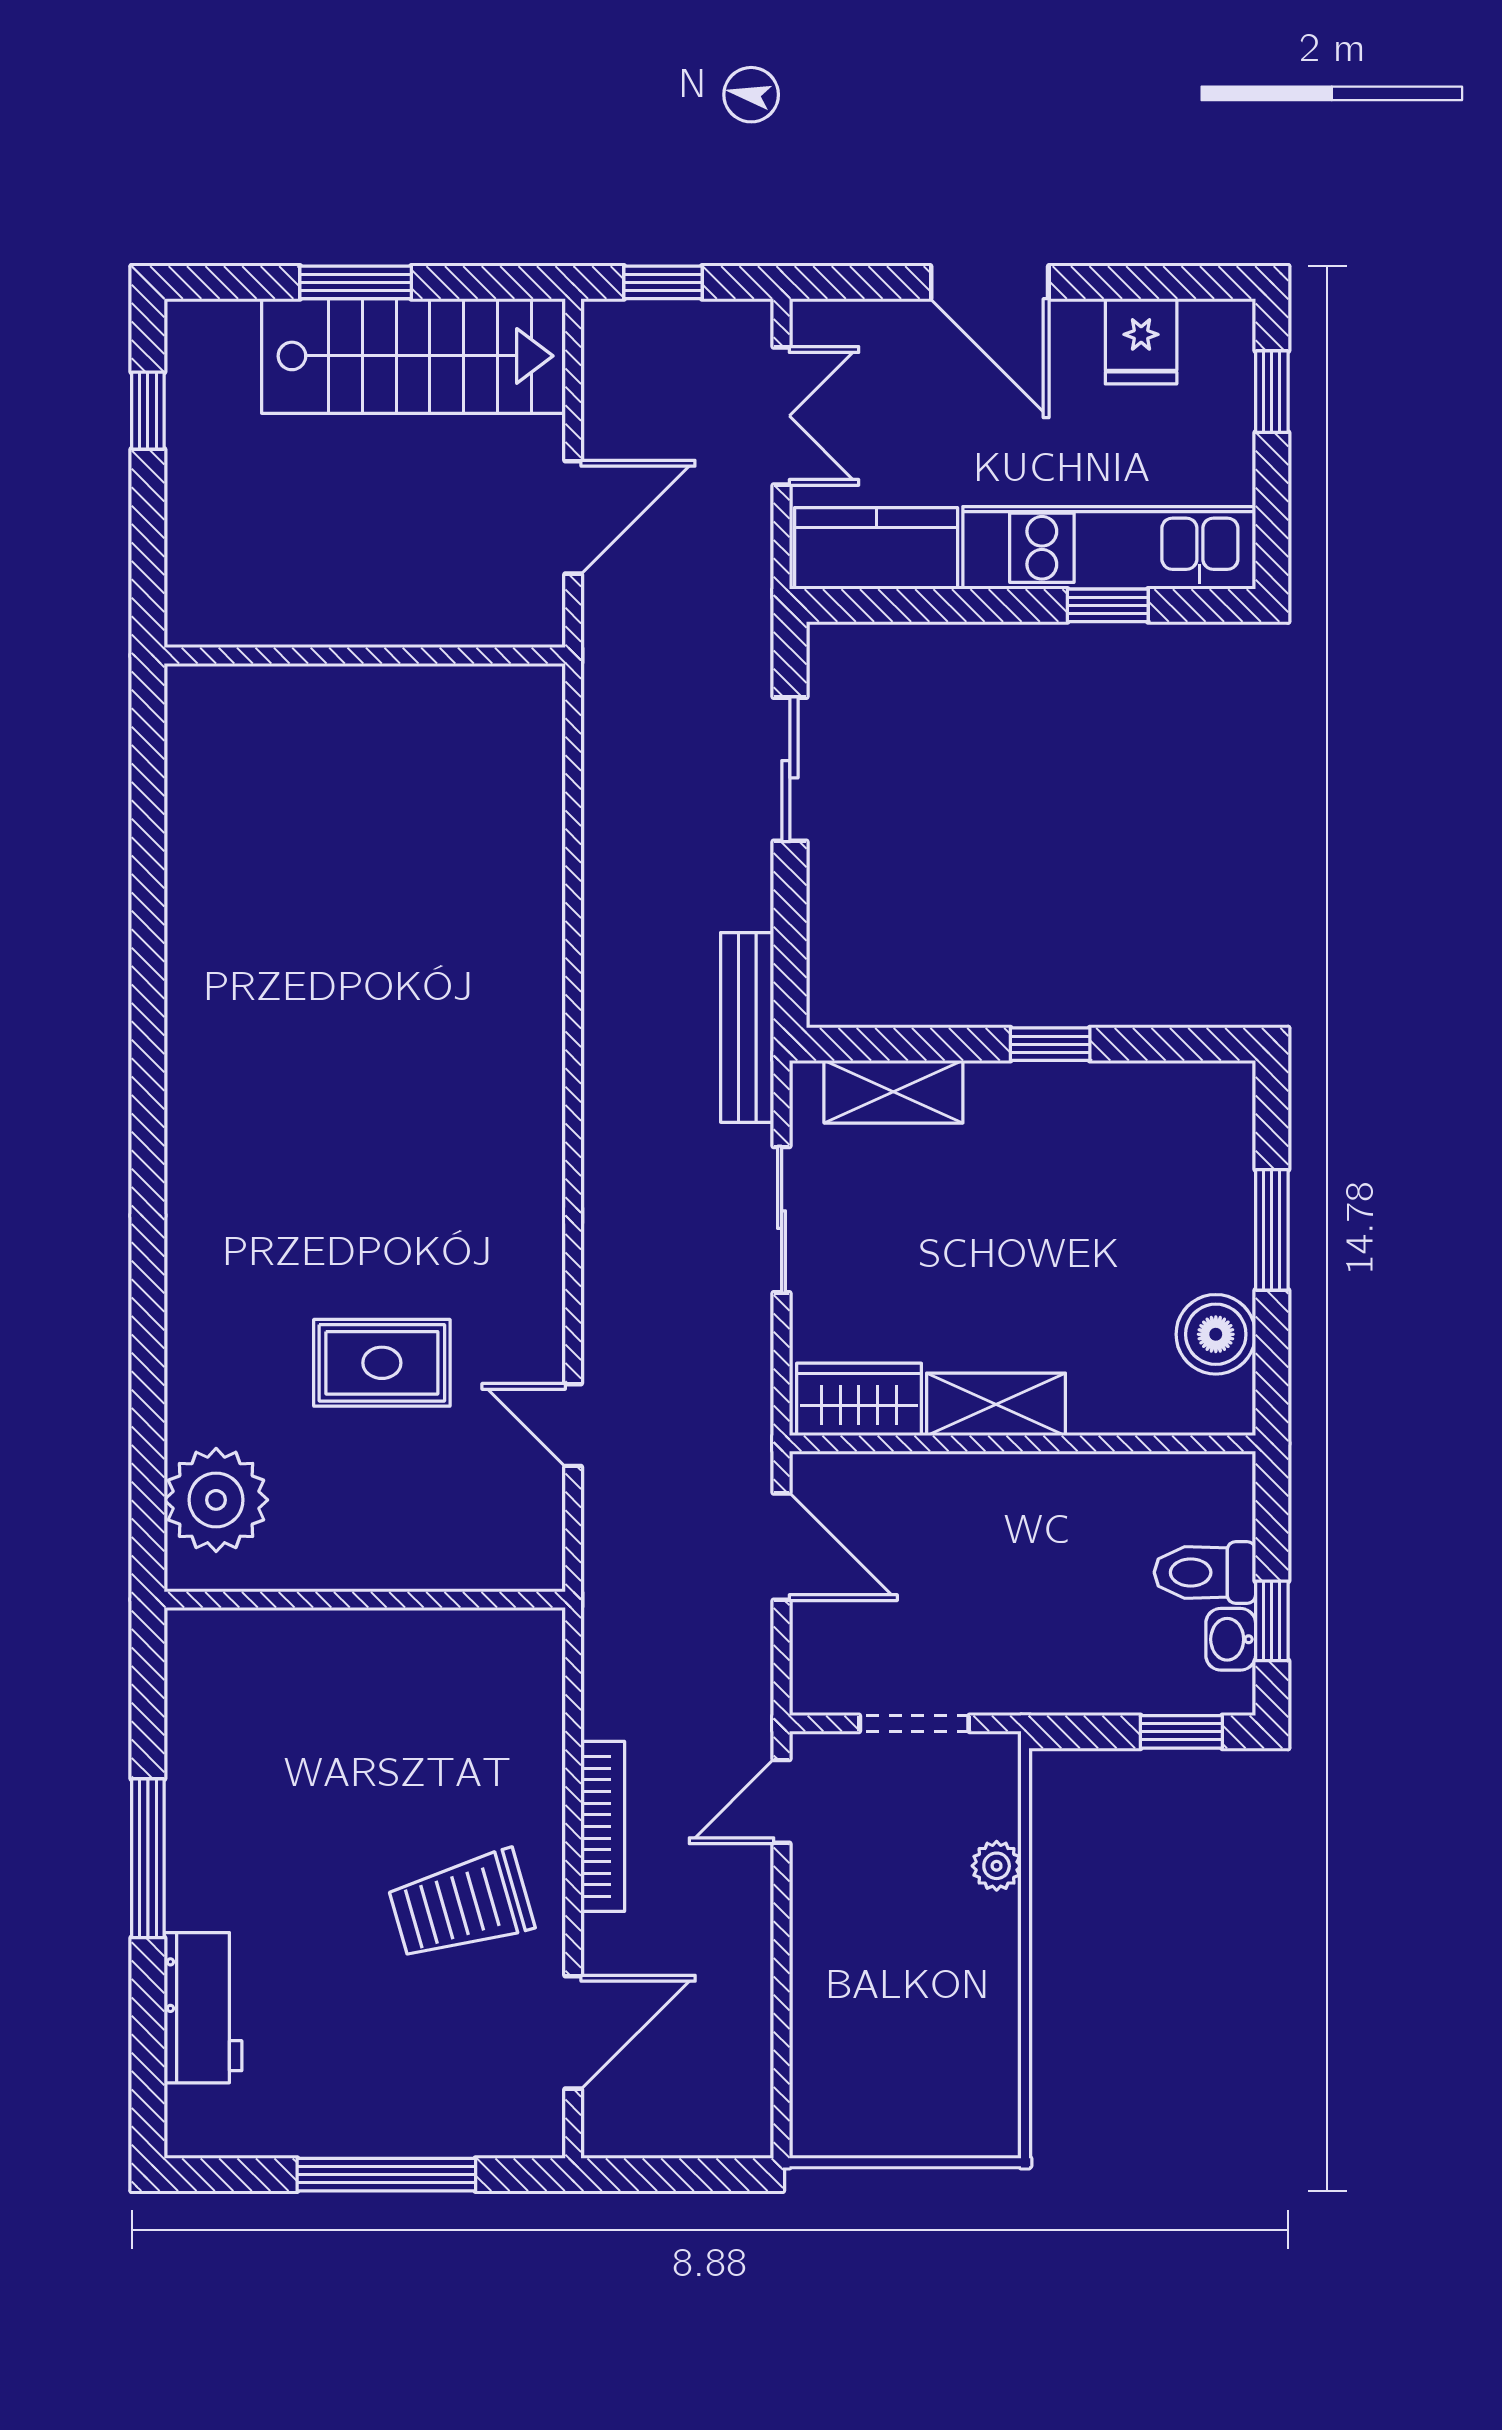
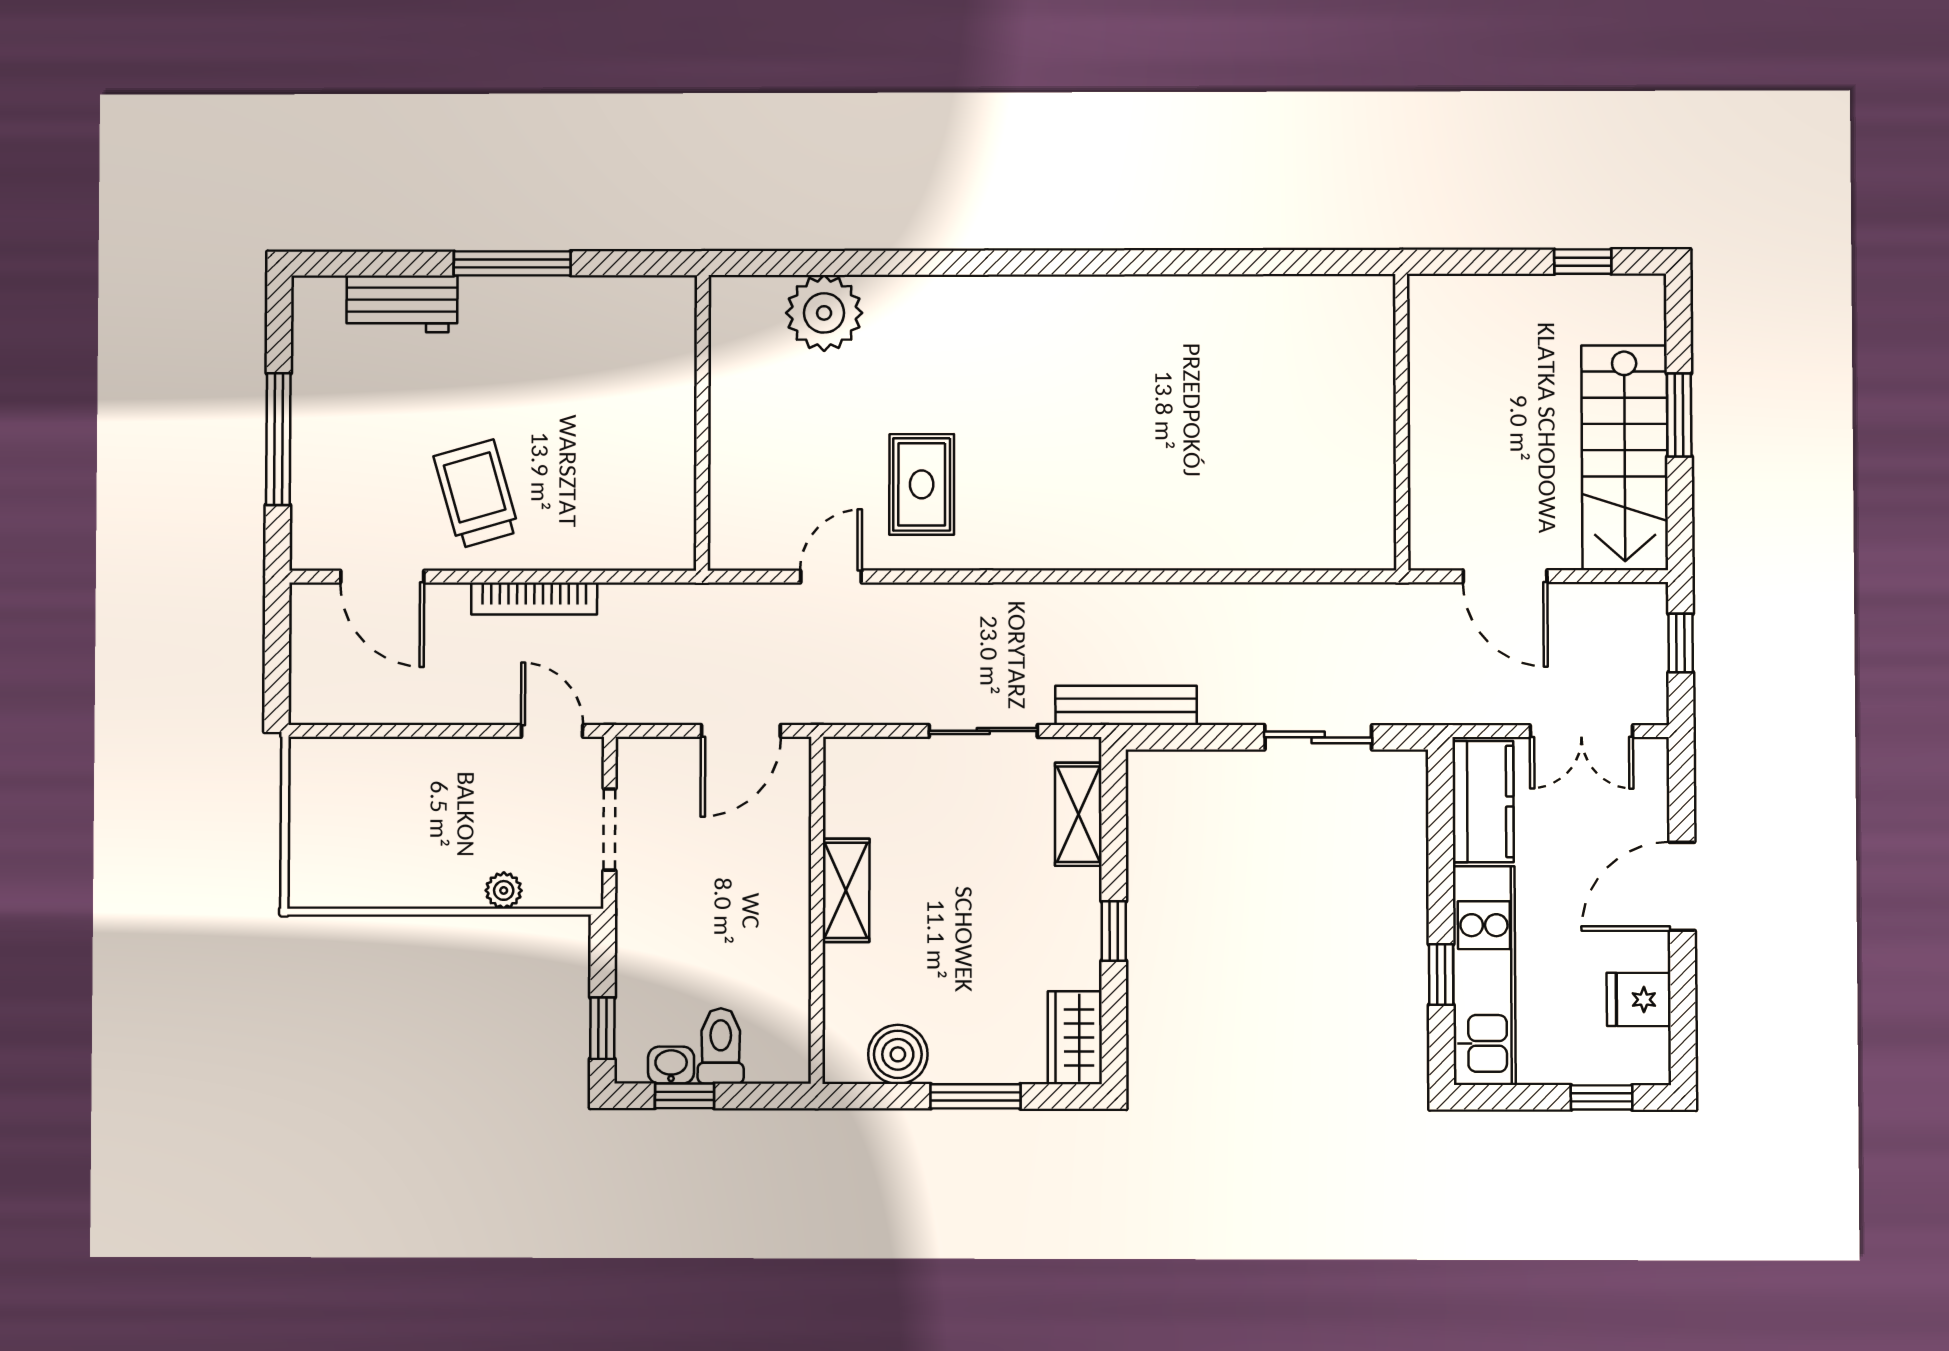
rug: (382, 1363) -> (922, 484), moved
wardrobe: (859, 1399) -> (1075, 1038), moved, turned 180
plant: (216, 1500) -> (824, 313), moved

